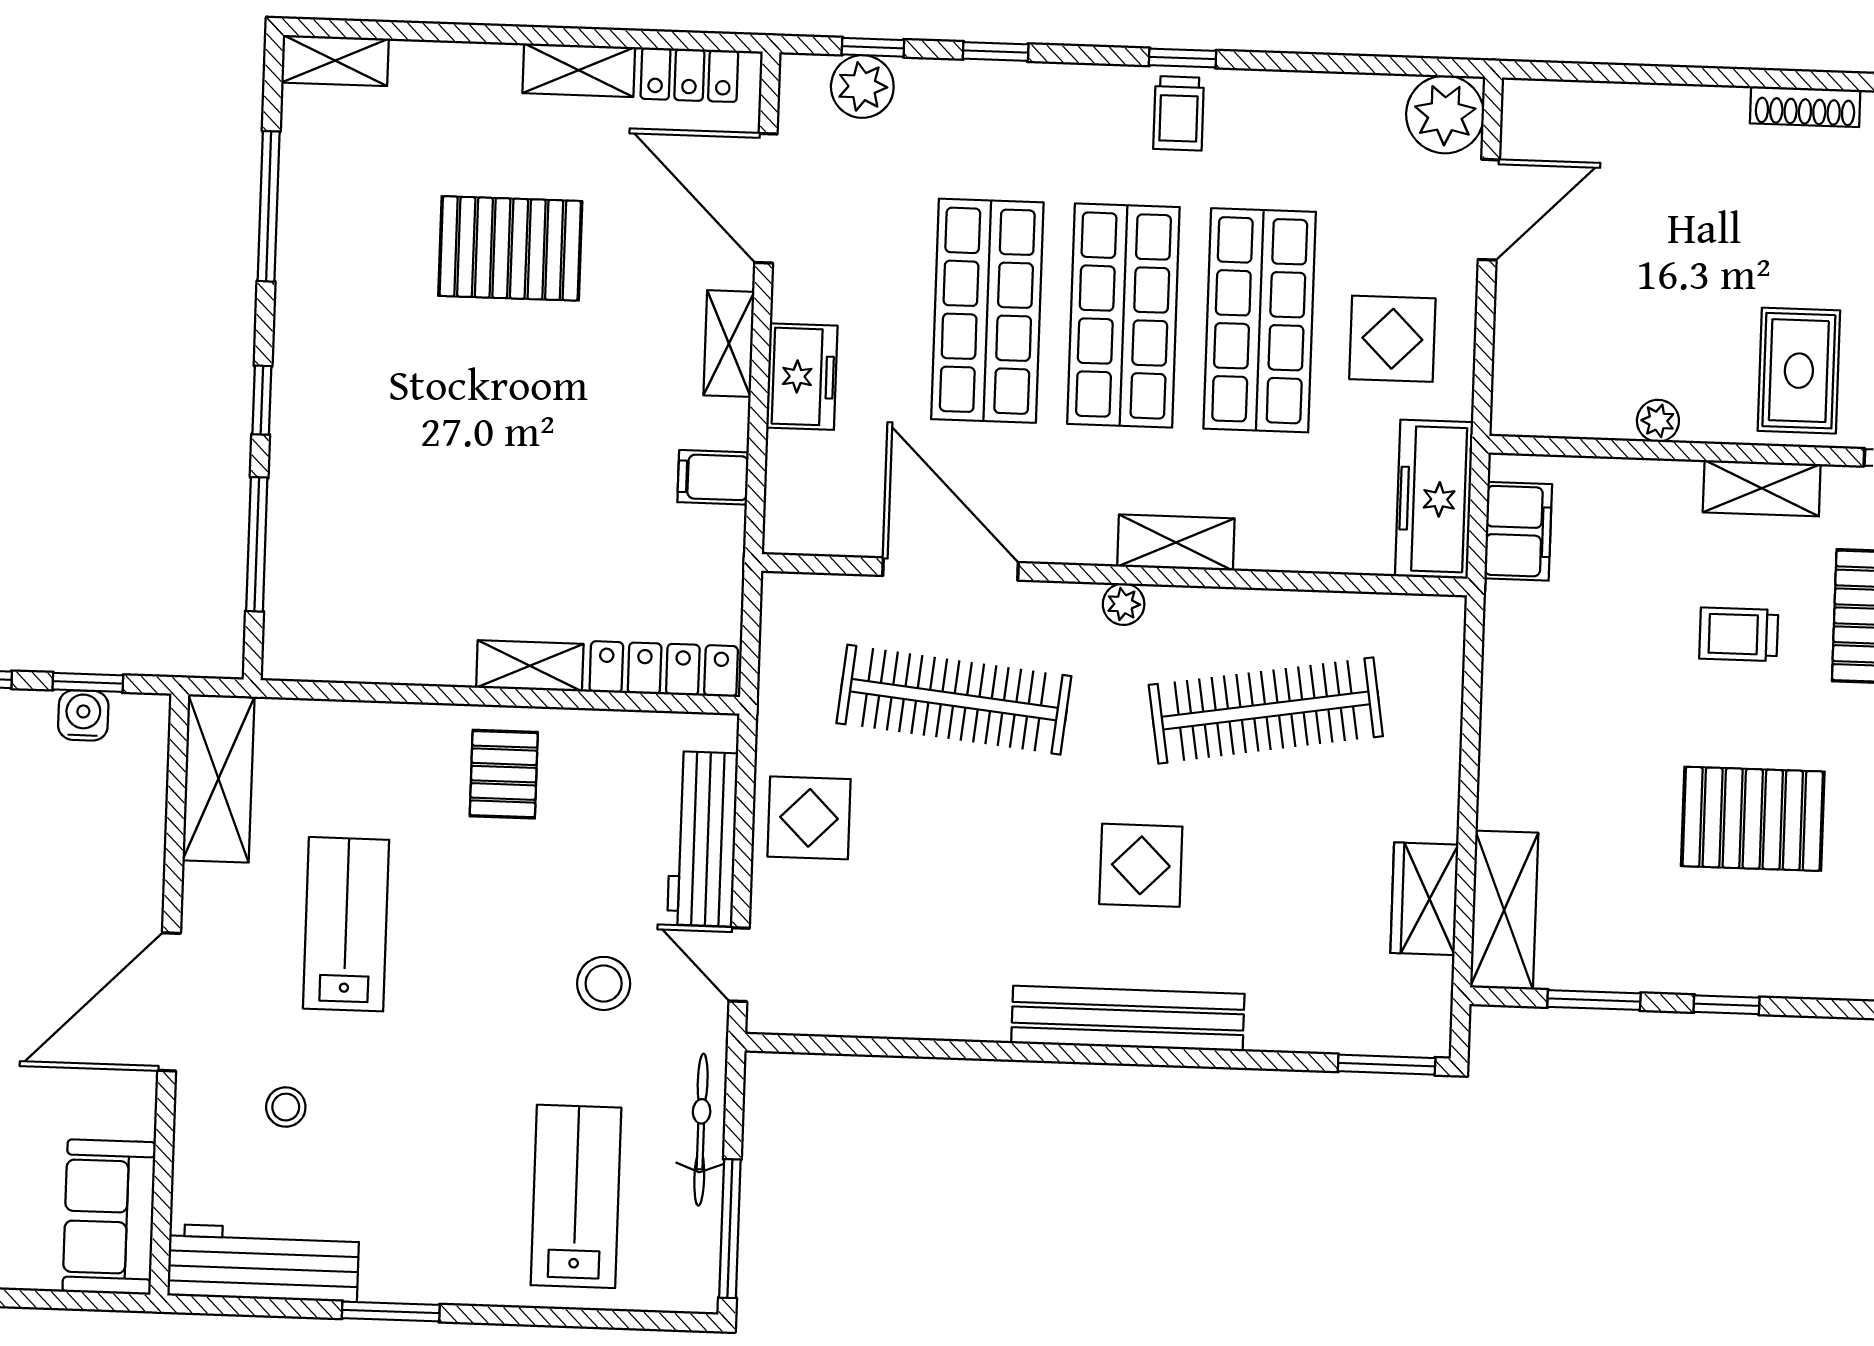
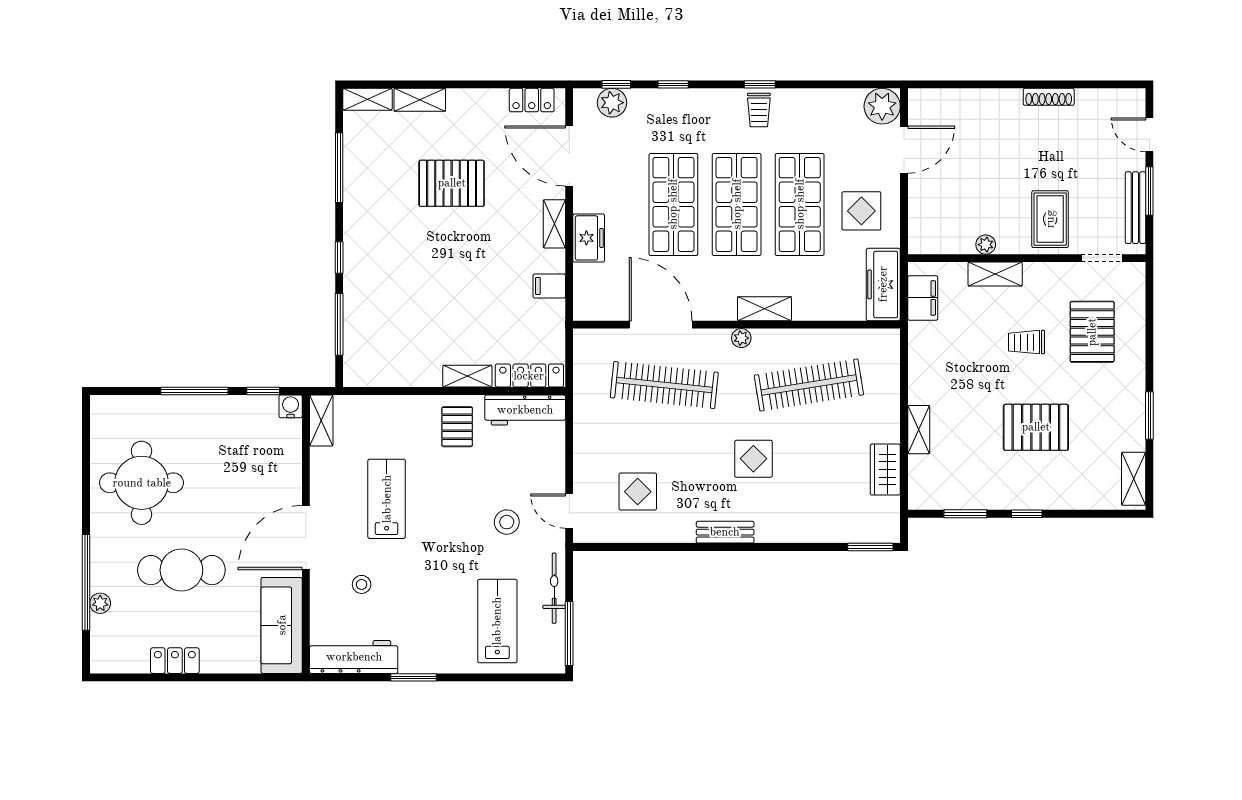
shelving: (579, 70) -> (420, 100), moved
shelving: (1762, 488) -> (995, 274), moved
water cooler: (83, 715) -> (291, 406), moved
shelving: (218, 778) -> (321, 421), width x0.67, depth x0.75
display table: (809, 818) -> (638, 492), moved
workbench: (703, 839) -> (525, 410), moved, turned -90
shelving: (1504, 910) -> (919, 430), moved, width x0.67, depth x0.75
bench: (1128, 1019) -> (725, 532), width x0.54, depth x0.82
sofa: (109, 1217) -> (282, 625), width x1.36

